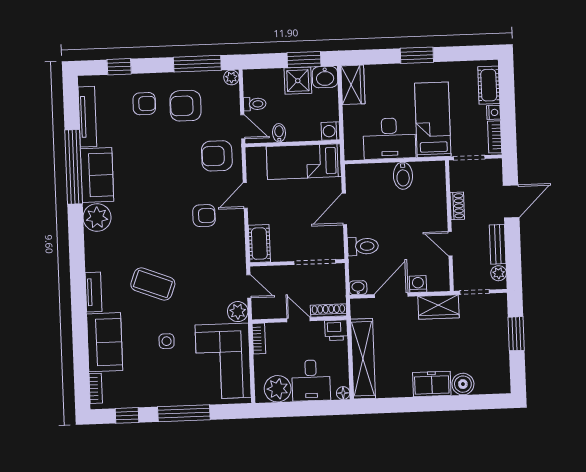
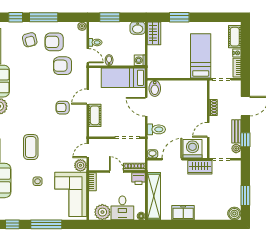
window: (417, 55) -> (179, 17), moved
window: (304, 60) -> (110, 17), moved
window: (197, 64) -> (44, 17), moved
shower: (298, 81) -> (121, 30), removed
armchair: (144, 104) -> (30, 40), turned 76
desk: (389, 138) -> (174, 66), removed
armchair: (217, 156) -> (63, 66), moved
bidet: (403, 176) -> (155, 88), moved
door: (344, 209) -> (146, 107), hinge flipped
armchair: (204, 216) -> (63, 108), turned 180
cot: (259, 244) -> (95, 115), moved
door: (450, 244) -> (208, 130), hinge flipped
window: (513, 258) -> (245, 140), added
coffee table: (153, 284) -> (31, 147), turned 69
washing machine: (418, 284) -> (193, 149), width x1.89, depth x1.89
door: (249, 286) -> (88, 151), swing flipped
window: (516, 334) -> (245, 196), moved
freezer: (432, 384) -> (183, 213), moved
boiler: (463, 384) -> (234, 213), moved

